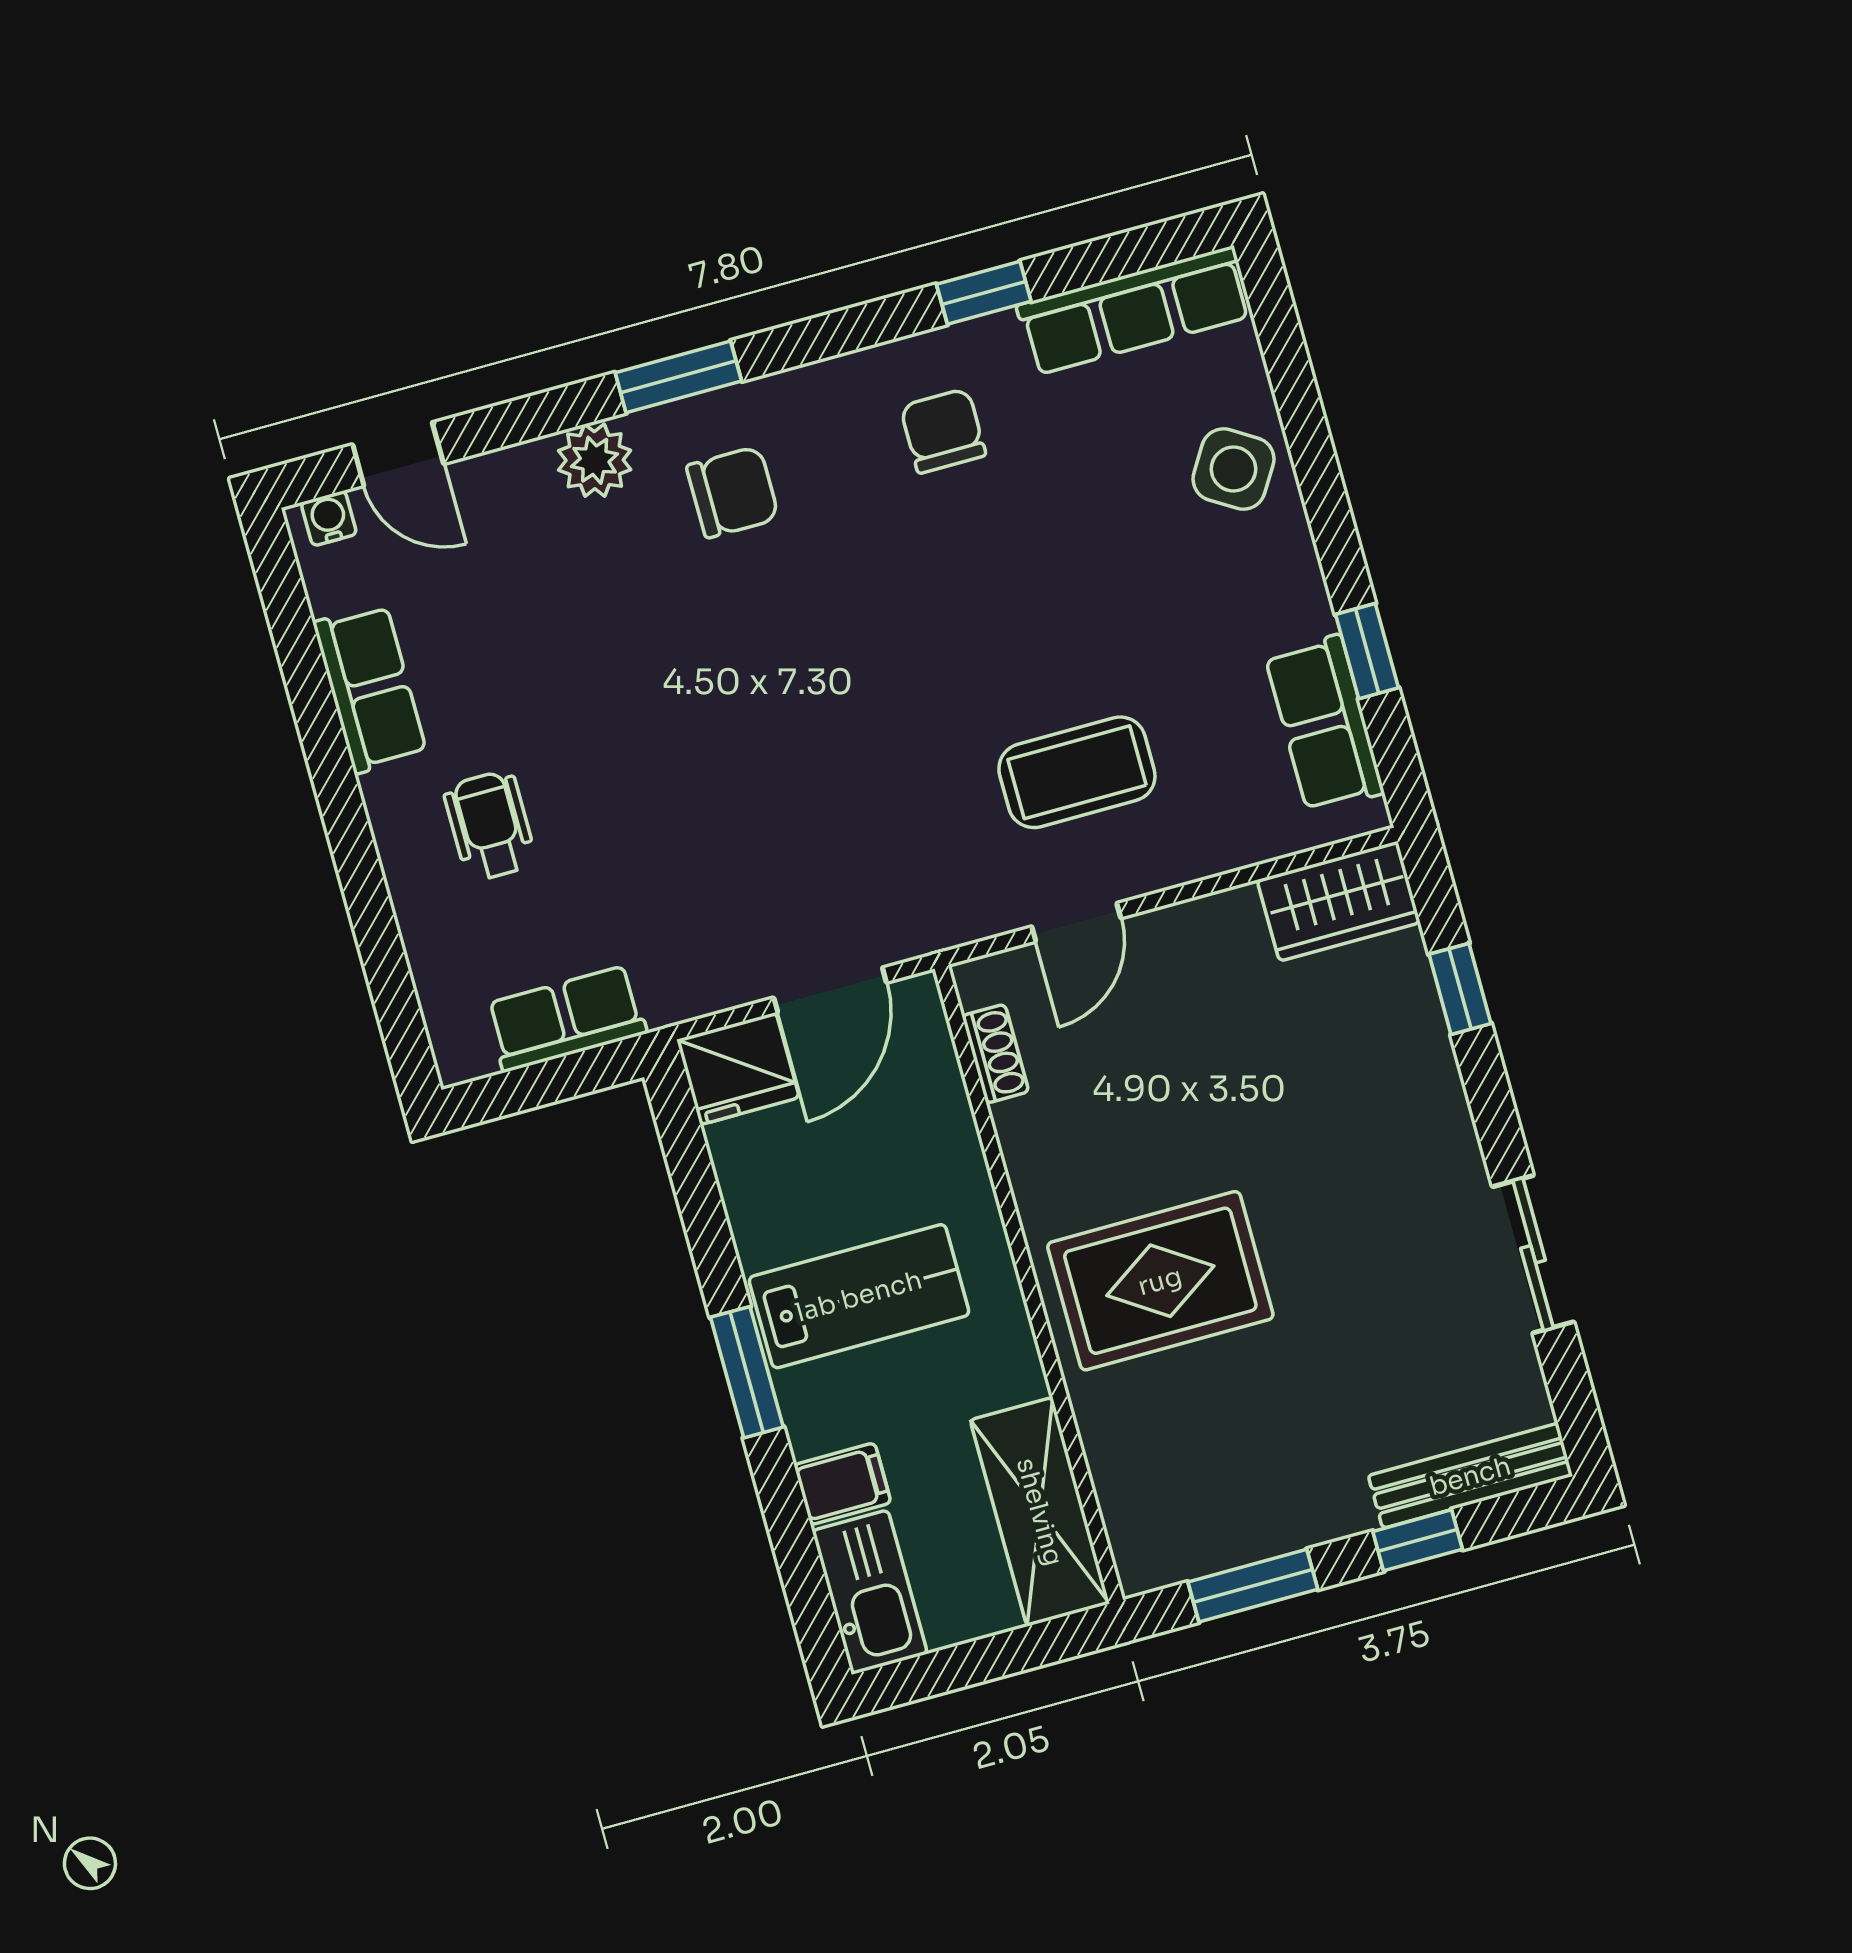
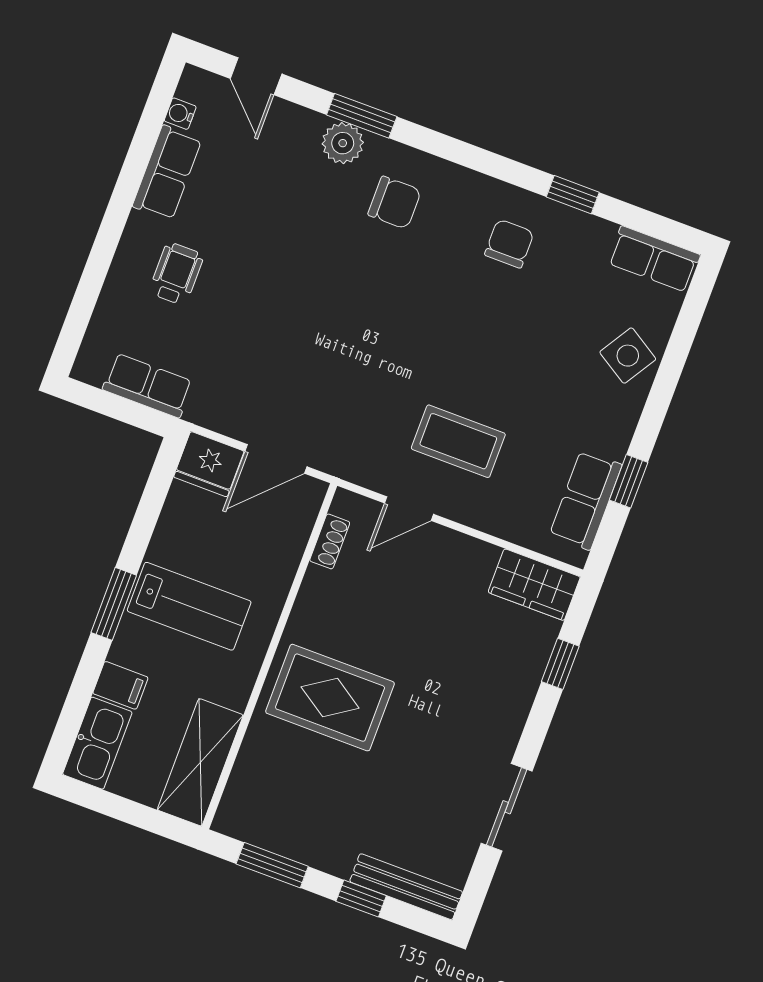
row of seats: (1134, 311) -> (654, 259), width x0.68
window: (678, 377) -> (362, 116), moved
water cooler: (329, 518) -> (180, 114), moved, turned -90

